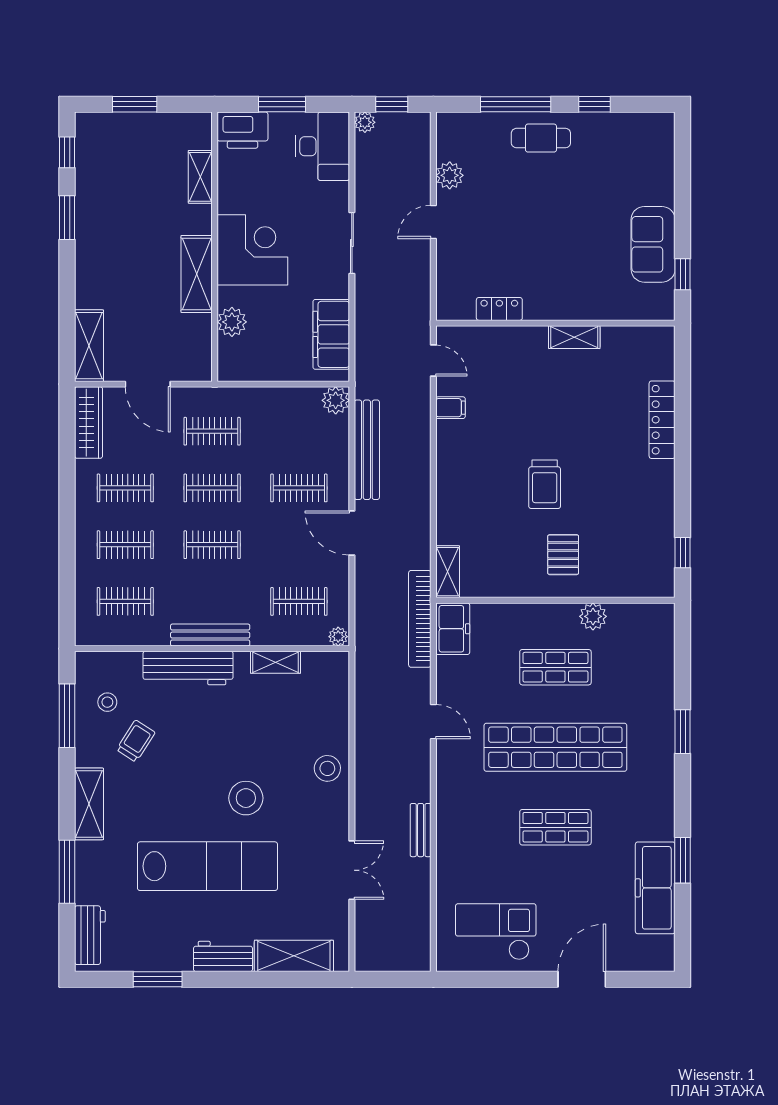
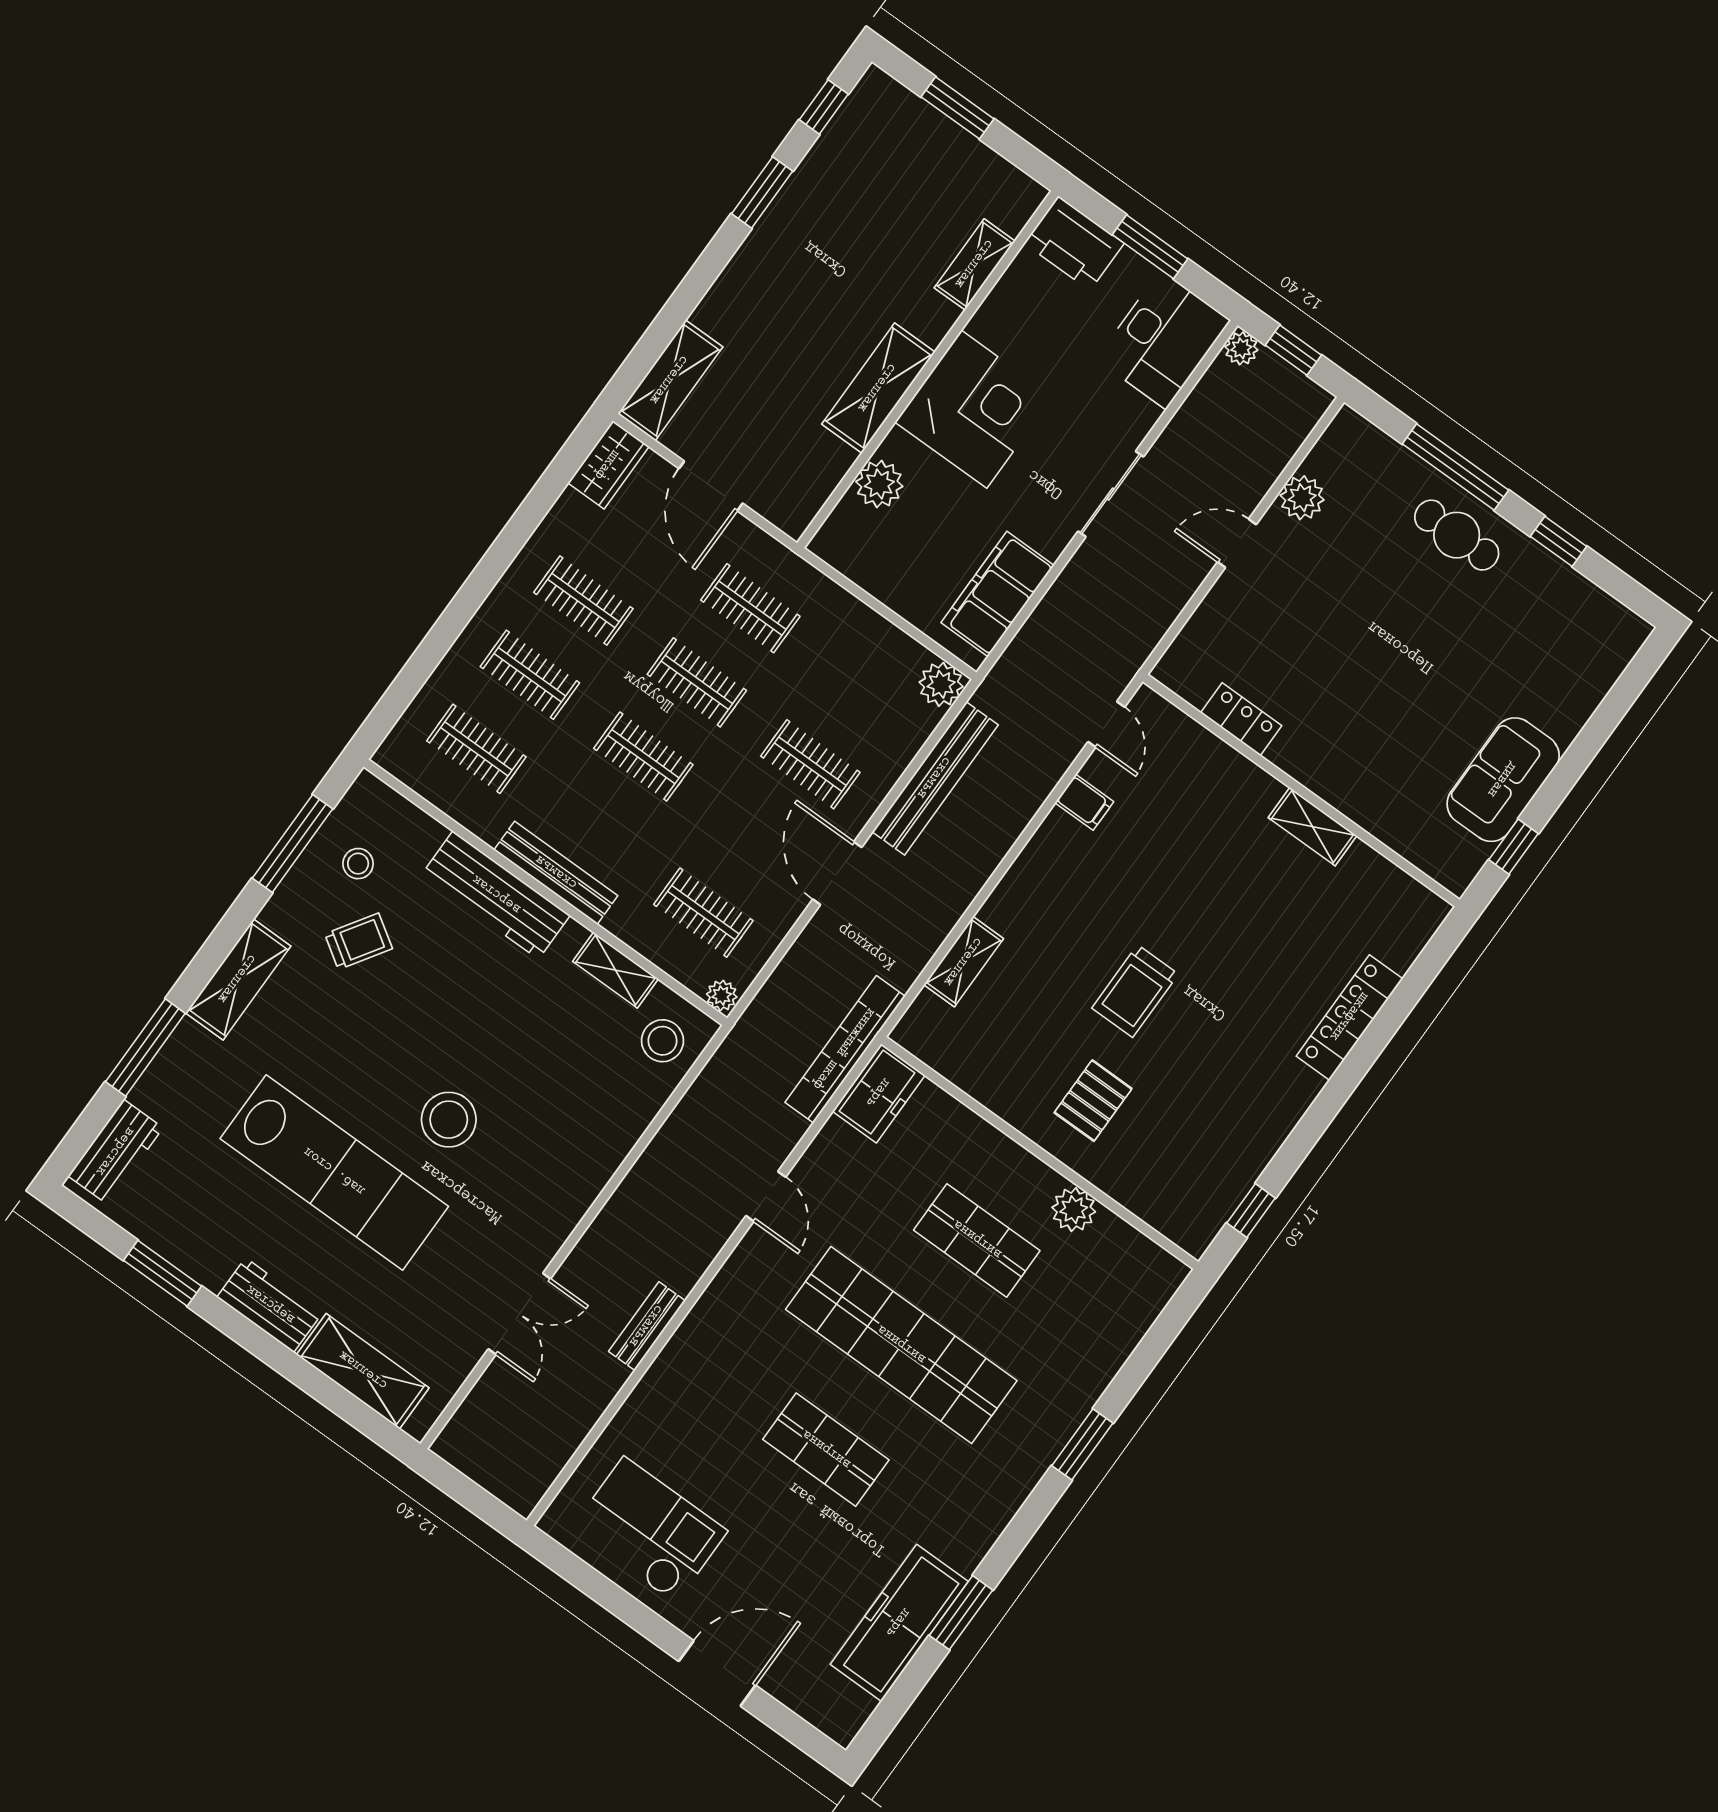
wardrobe: (89, 423) -> (608, 465), width x0.67
shelving: (448, 572) -> (964, 962), moved
stool: (327, 768) -> (663, 1041), moved

